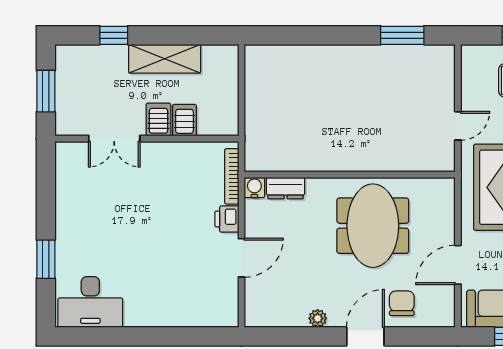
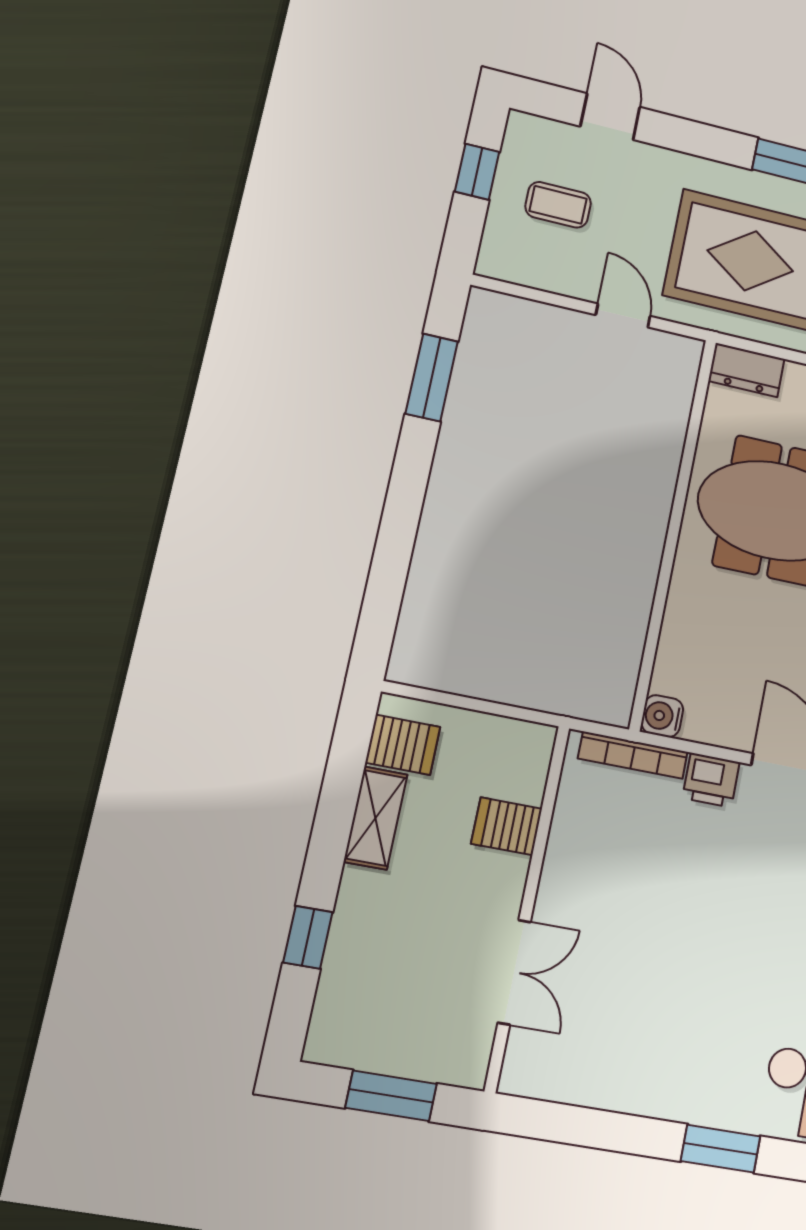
shelving: (165, 59) -> (376, 818), width x0.67, depth x0.75
server rack: (158, 119) -> (403, 745), moved, turned 180
dresser: (286, 188) -> (746, 370), moved, turned 90

